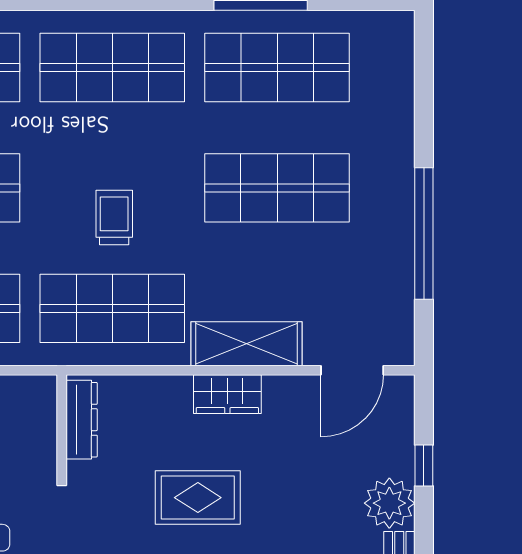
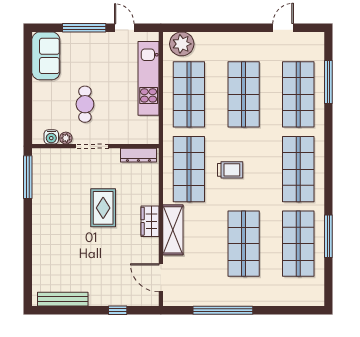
plant: (389, 503) -> (101, 295), removed

